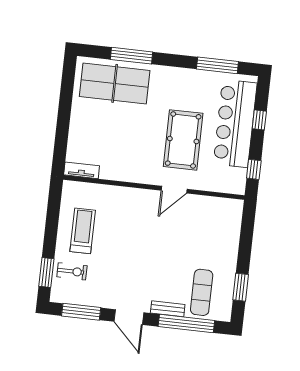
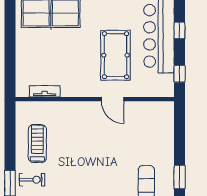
tv unit: (82, 170) -> (45, 91), moved
door: (174, 190) -> (113, 99), hinge flipped

